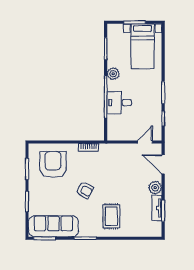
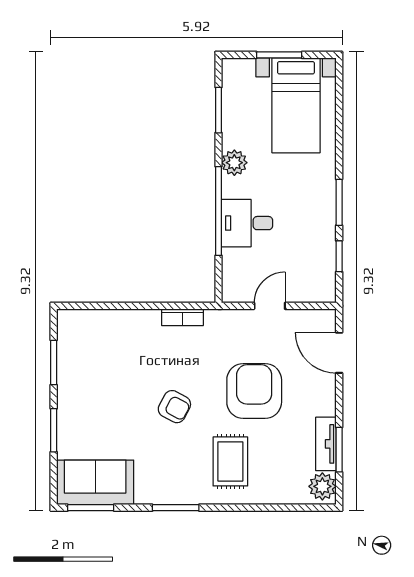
door: (145, 142) -> (270, 306), moved
armchair: (53, 164) -> (254, 391), moved
plant: (155, 188) -> (322, 486), moved
sofa: (53, 226) -> (95, 482), width x0.73

